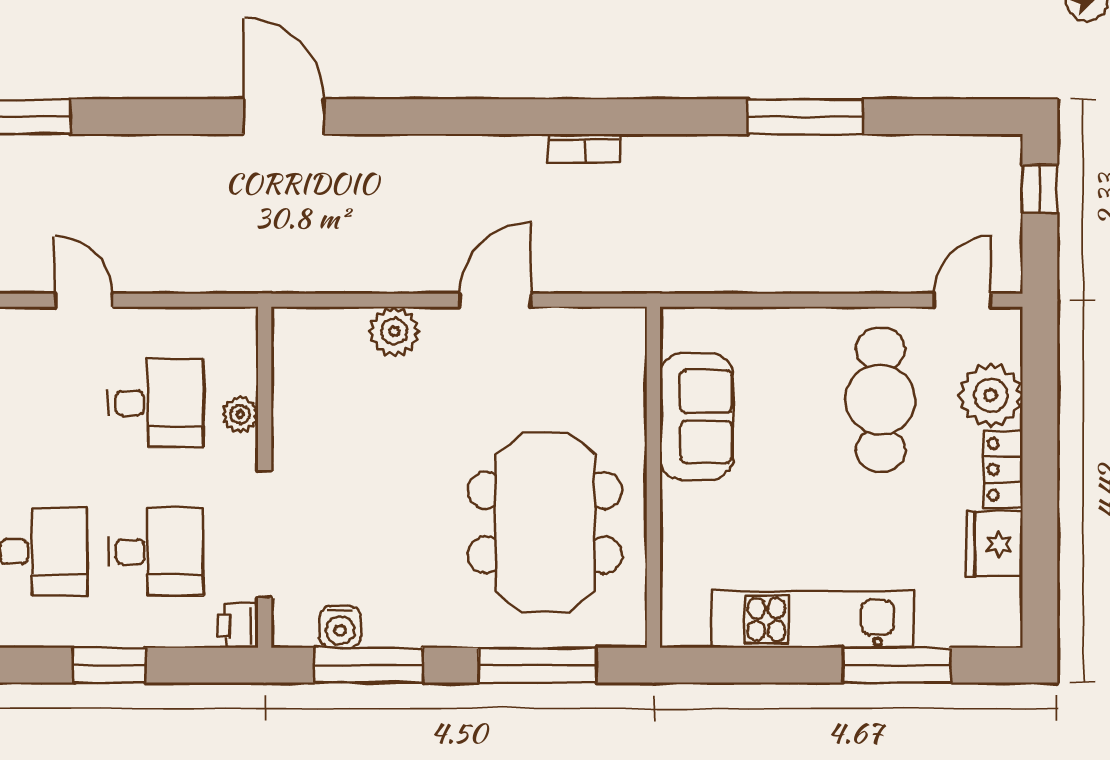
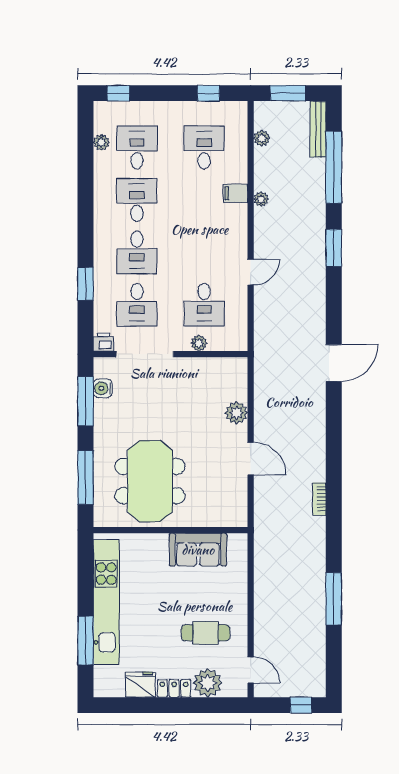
cafe table: (880, 400) -> (206, 633), width x0.73, depth x0.74
meeting table: (545, 523) -> (150, 481), turned 90
kitchen unit: (813, 619) -> (106, 602), width x1.36

